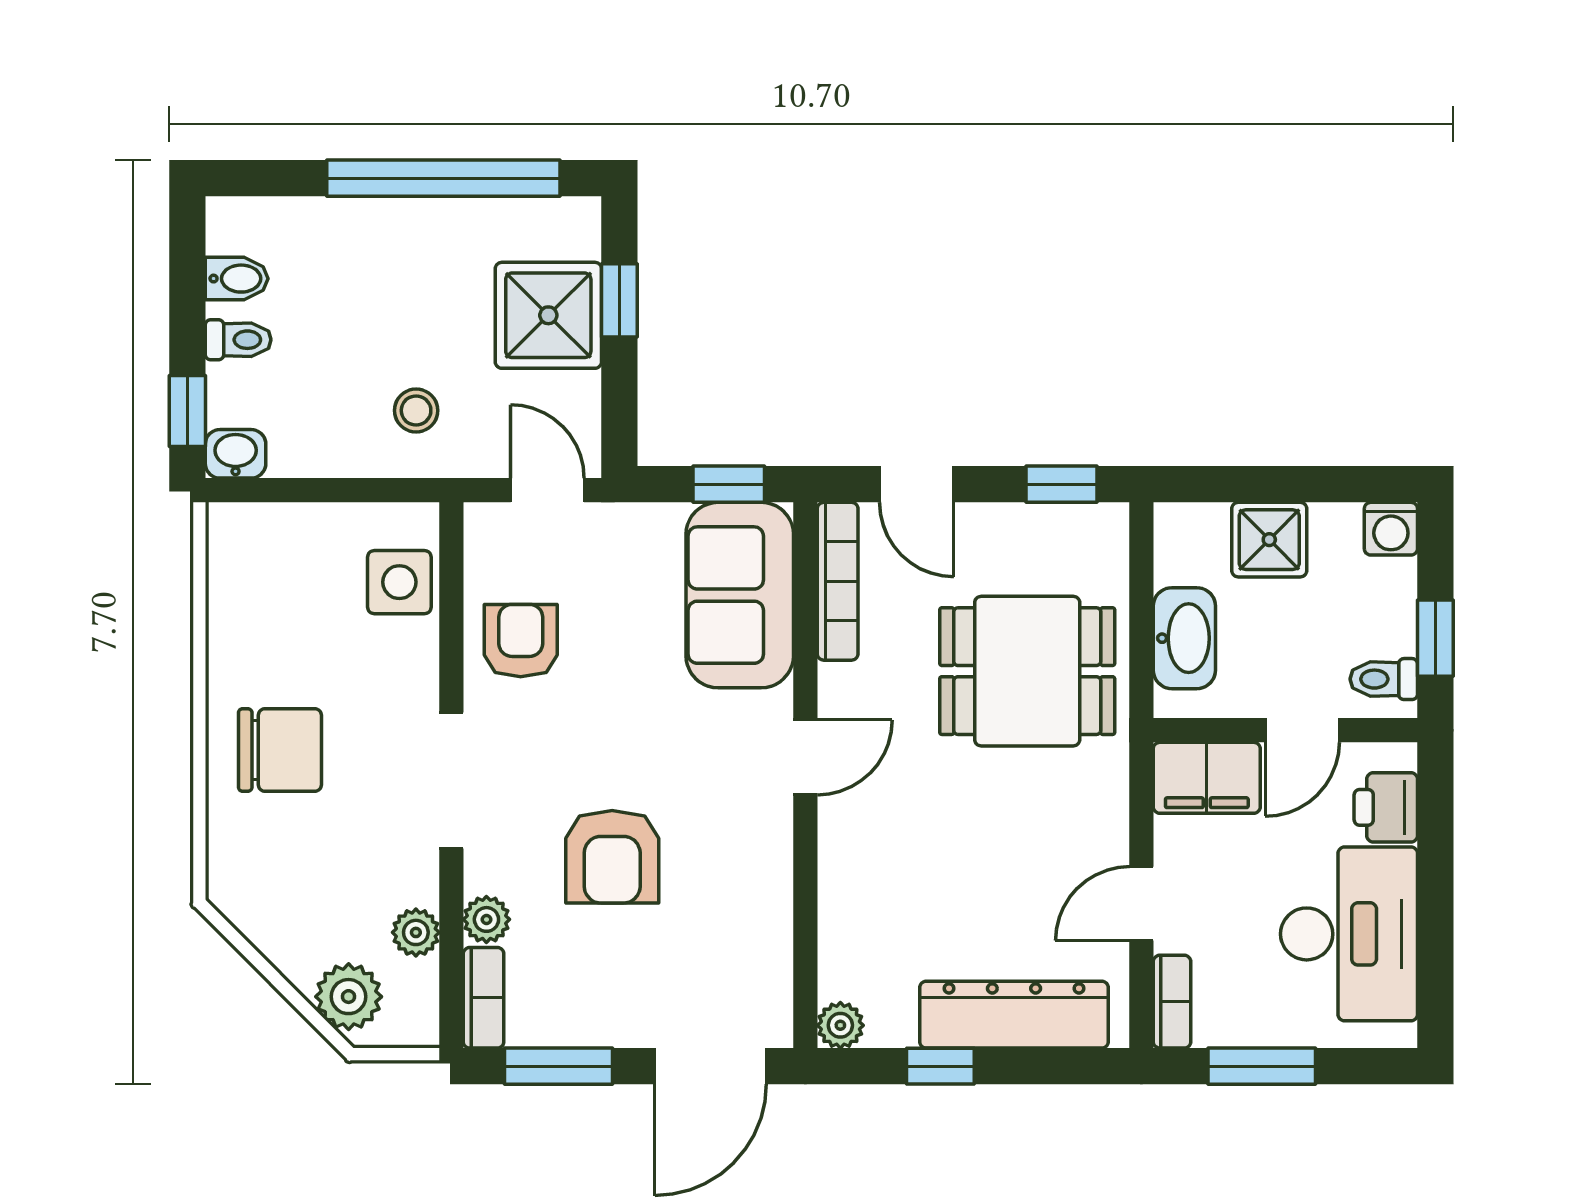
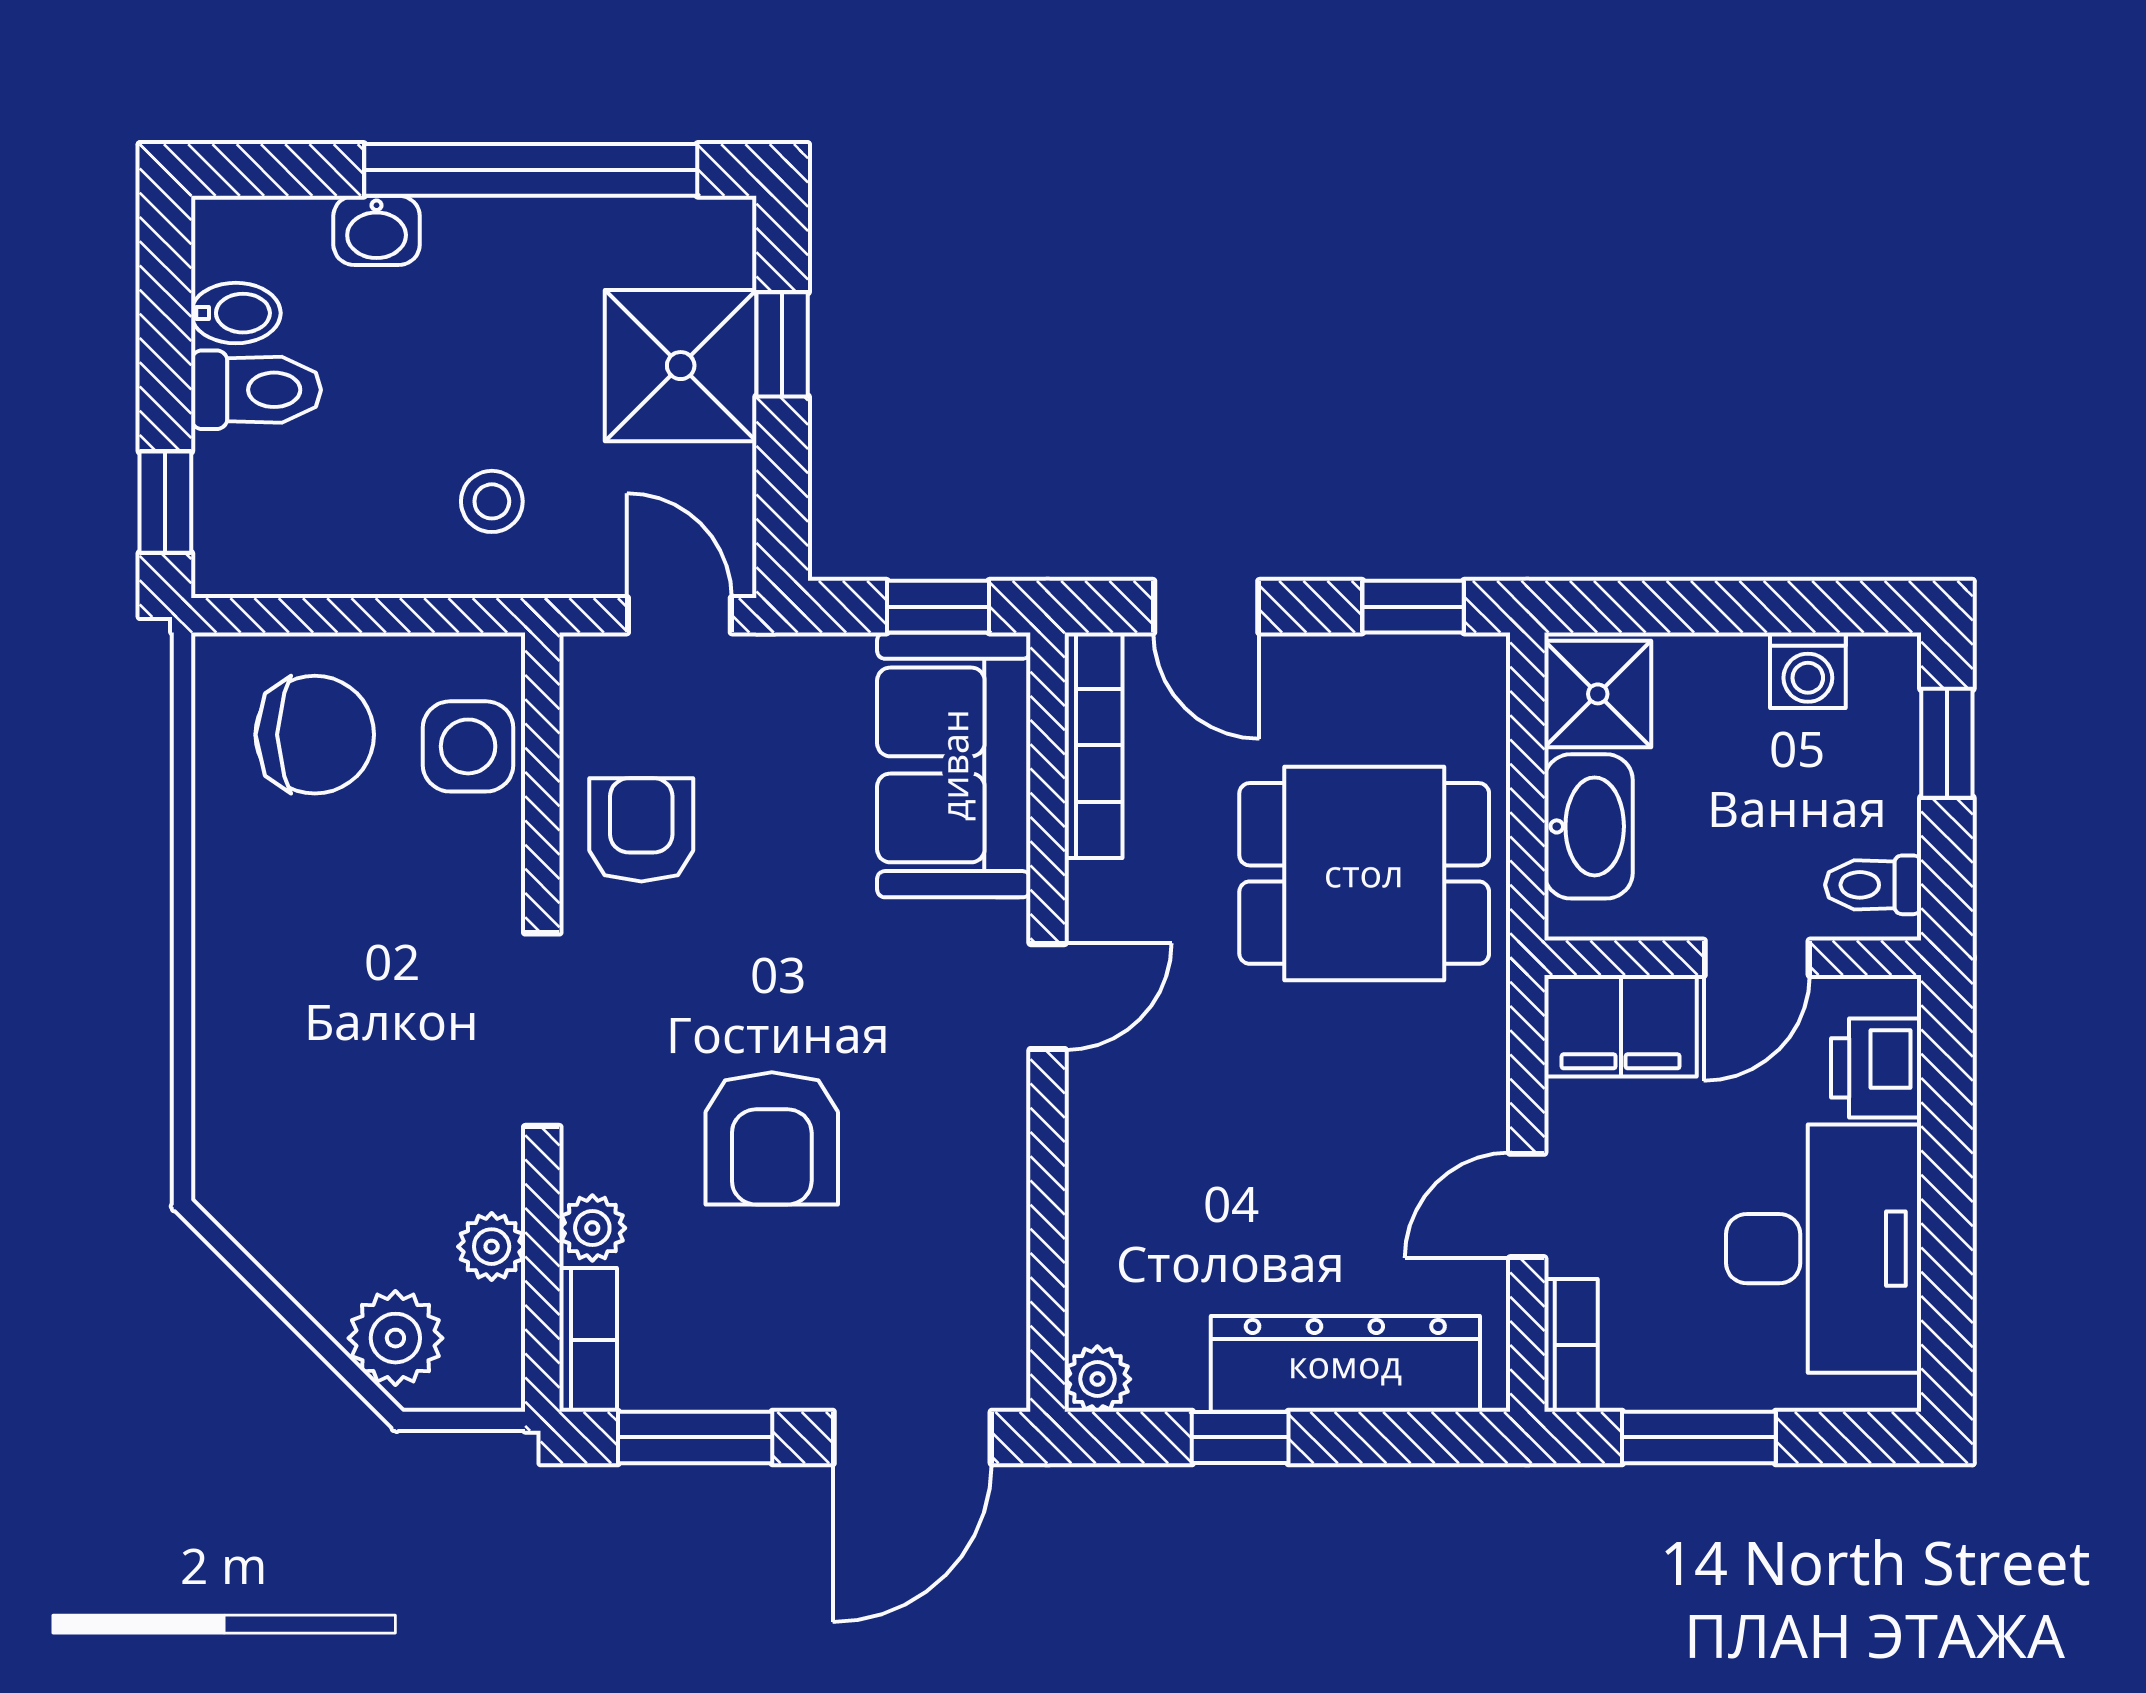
toilet: (238, 340) -> (256, 390), width x1.37, depth x1.39
washbasin: (236, 454) -> (377, 230), moved, turned 180
washing machine: (1391, 529) -> (1808, 670), moved
shower: (1269, 540) -> (1598, 694), moved
window: (1435, 638) -> (1947, 743), moved
chair: (280, 750) -> (315, 735), moved

